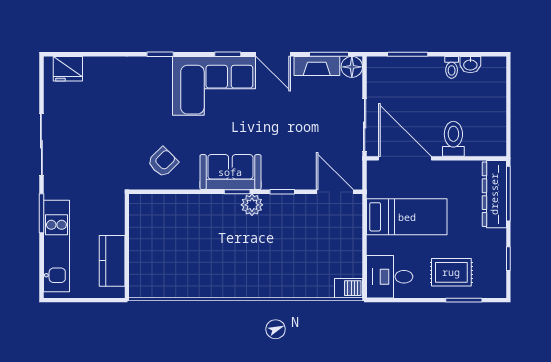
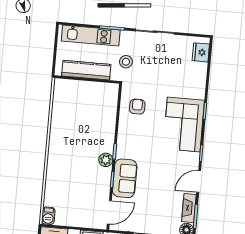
corner sofa: (214, 86) -> (184, 124), moved
armchair: (163, 162) -> (137, 107), turned -135
sofa: (230, 172) -> (125, 178), moved
stool: (93, 186) -> (126, 62), added
kitchen counter: (112, 261) -> (86, 70), width x1.50

